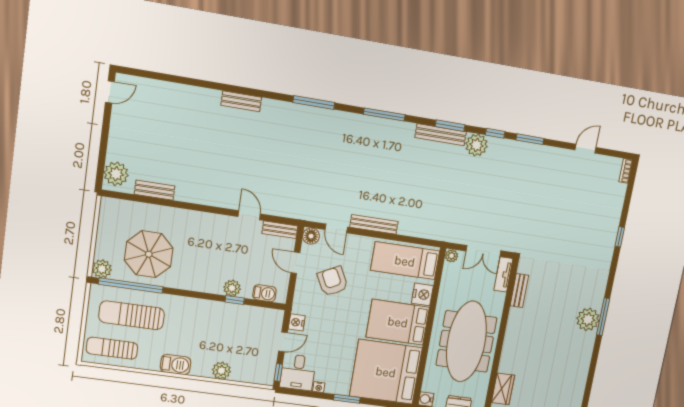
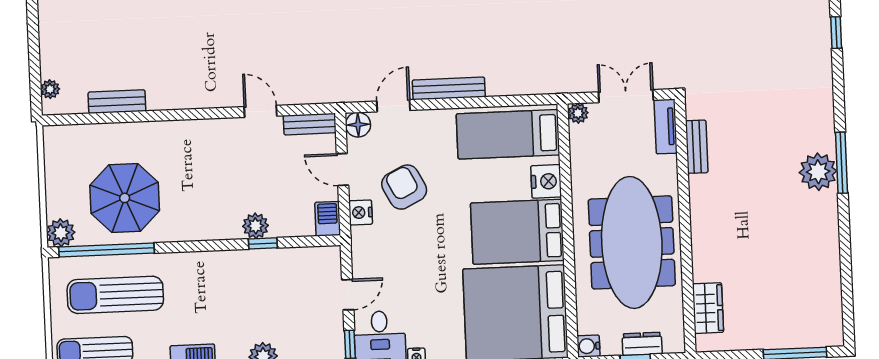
plant: (116, 174) -> (50, 89), width x0.53, depth x0.53
door: (336, 228) -> (393, 106), swing flipped
double door: (483, 251) -> (626, 96), swing flipped
barbecue: (264, 293) -> (328, 219), moved, turned -90
nightstand: (297, 322) -> (361, 212), moved

